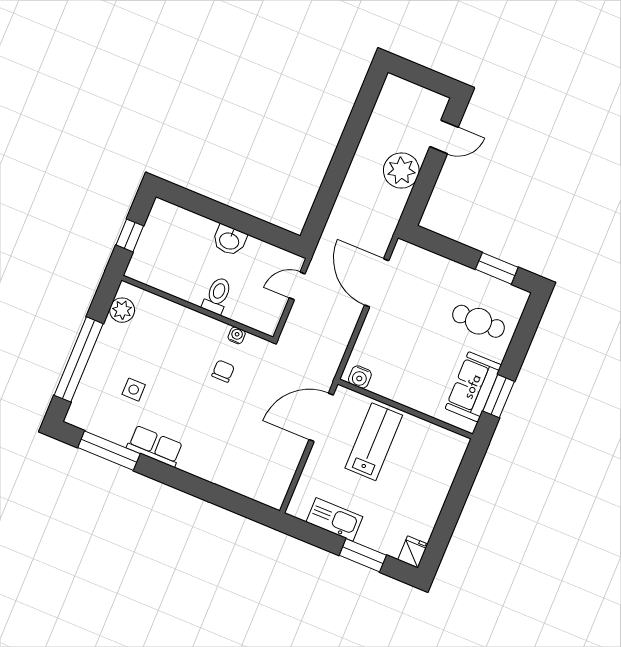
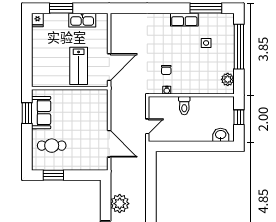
washbasin: (229, 240) -> (221, 135), moved
water cooler: (360, 377) -> (98, 95), removed

